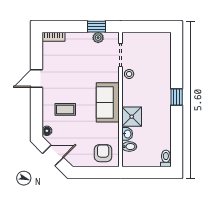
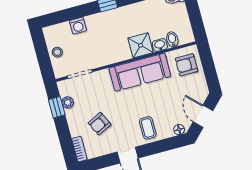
armchair: (71, 61) -> (100, 124), added
washing machine: (164, 65) -> (78, 26), added
stool: (129, 74) -> (57, 52), moved
sofa: (108, 102) -> (140, 72), width x1.36
coffee table: (65, 109) -> (148, 128), moved

